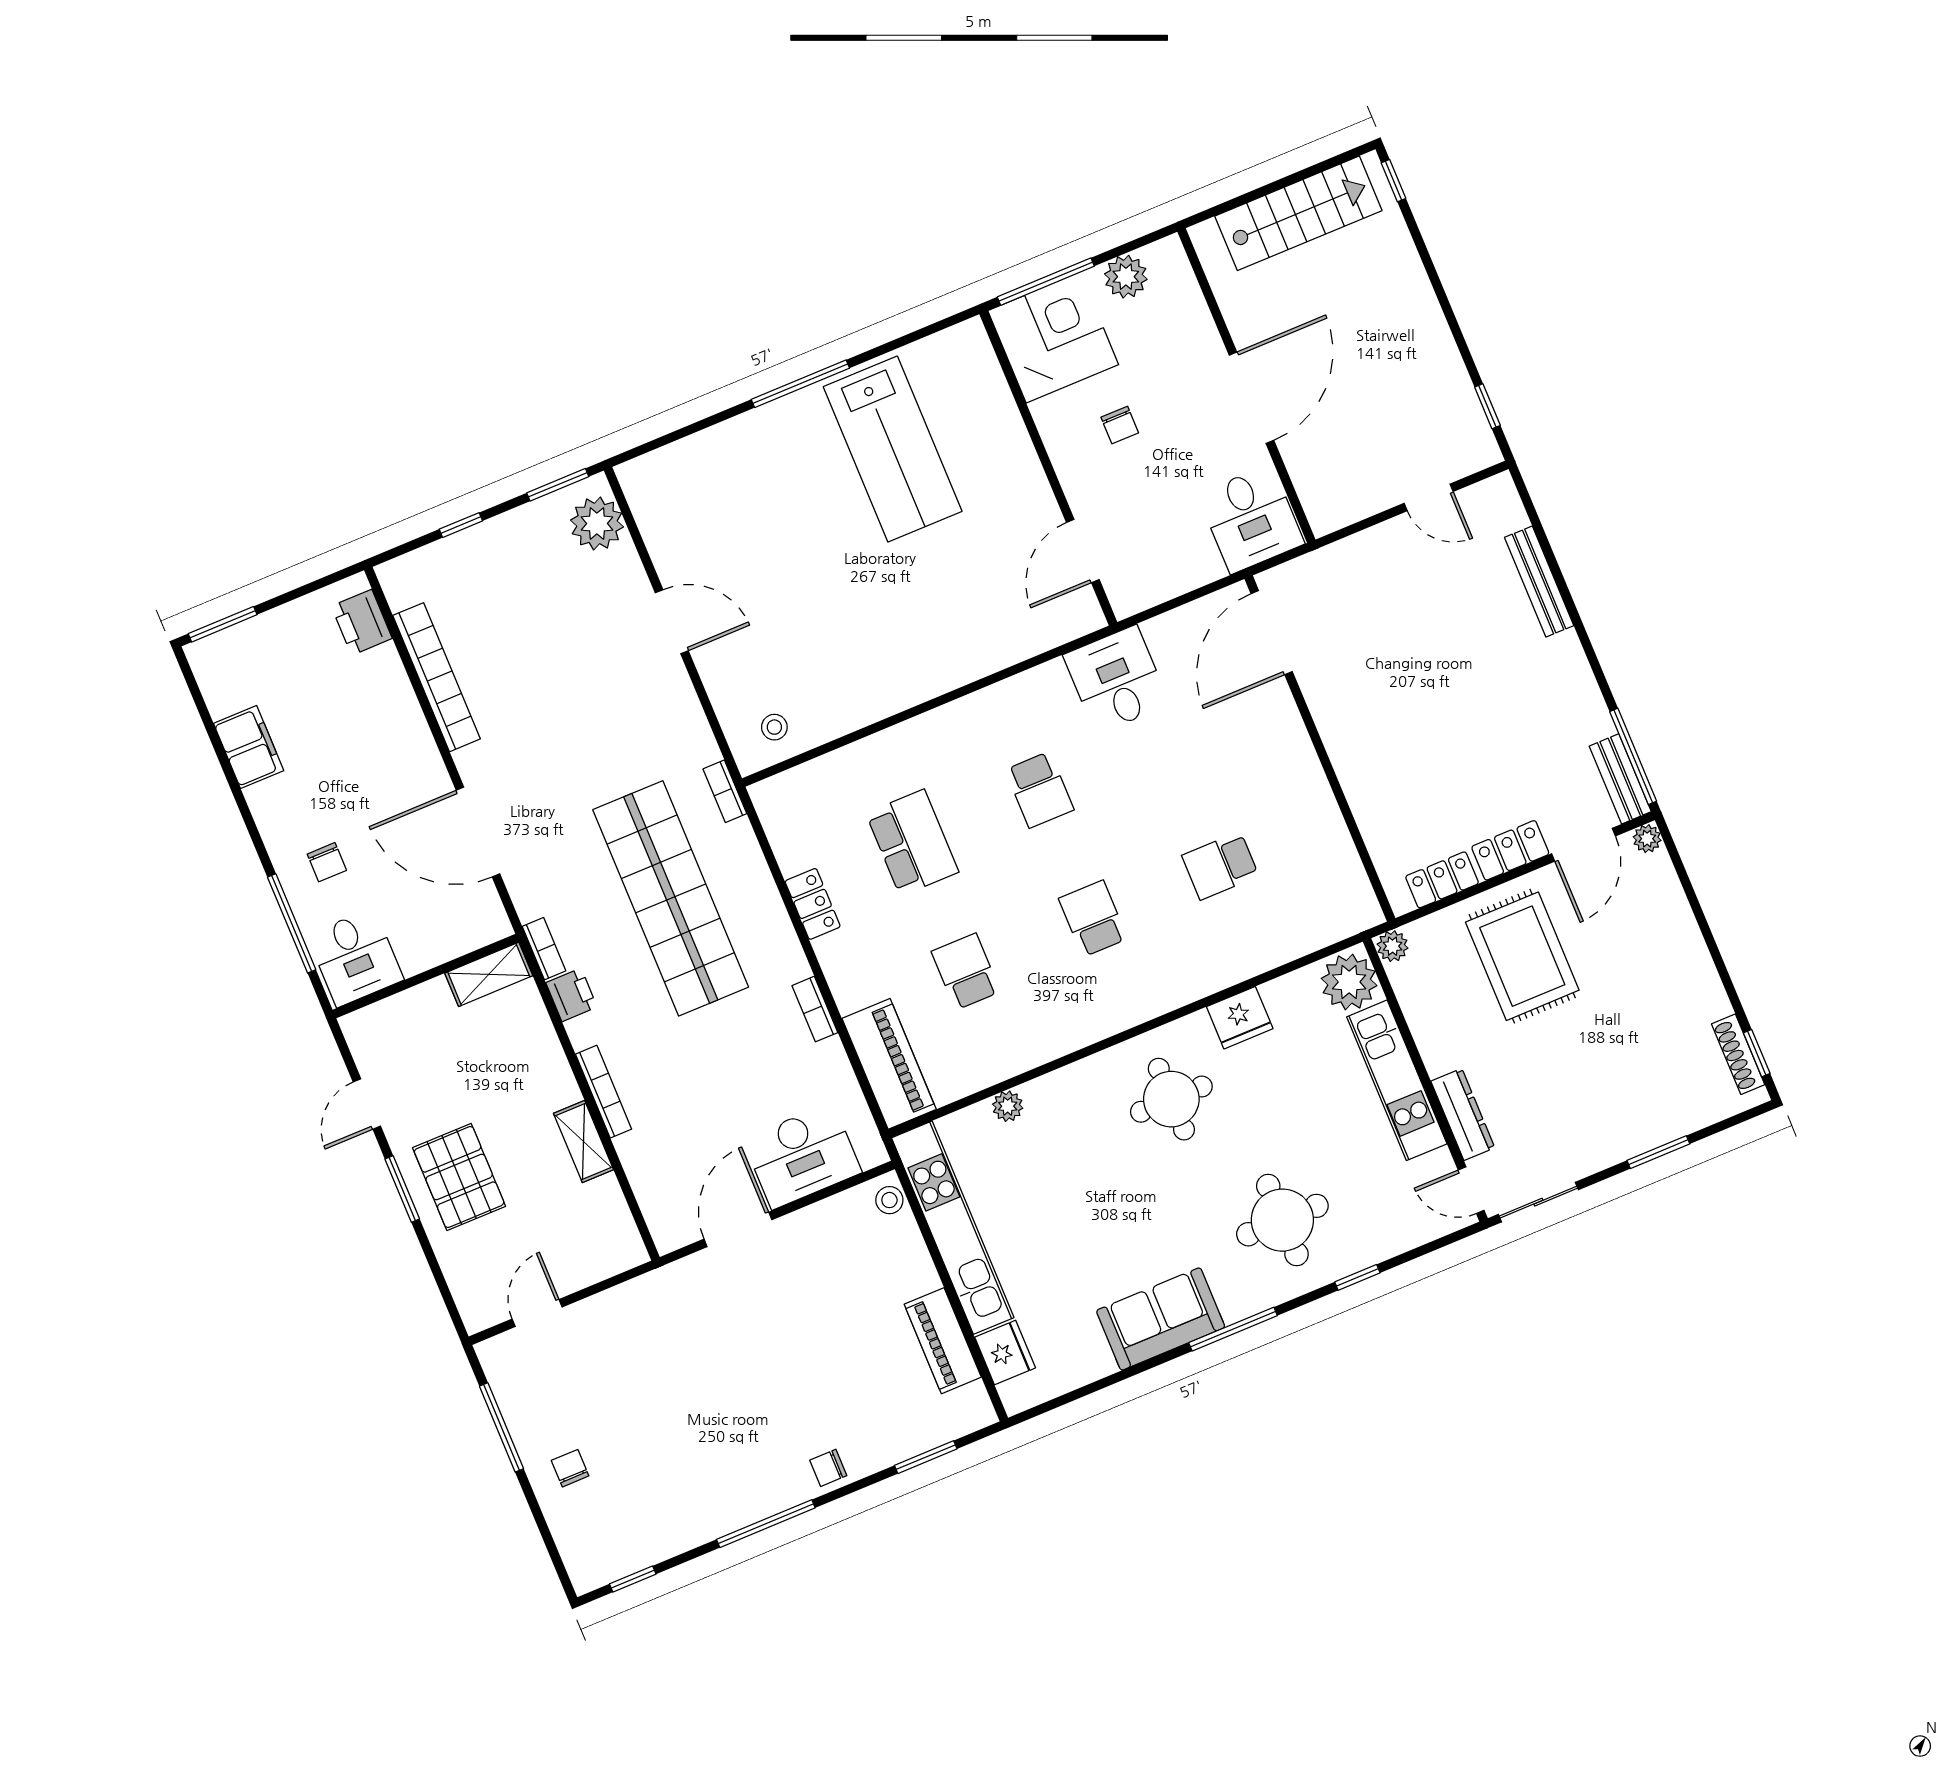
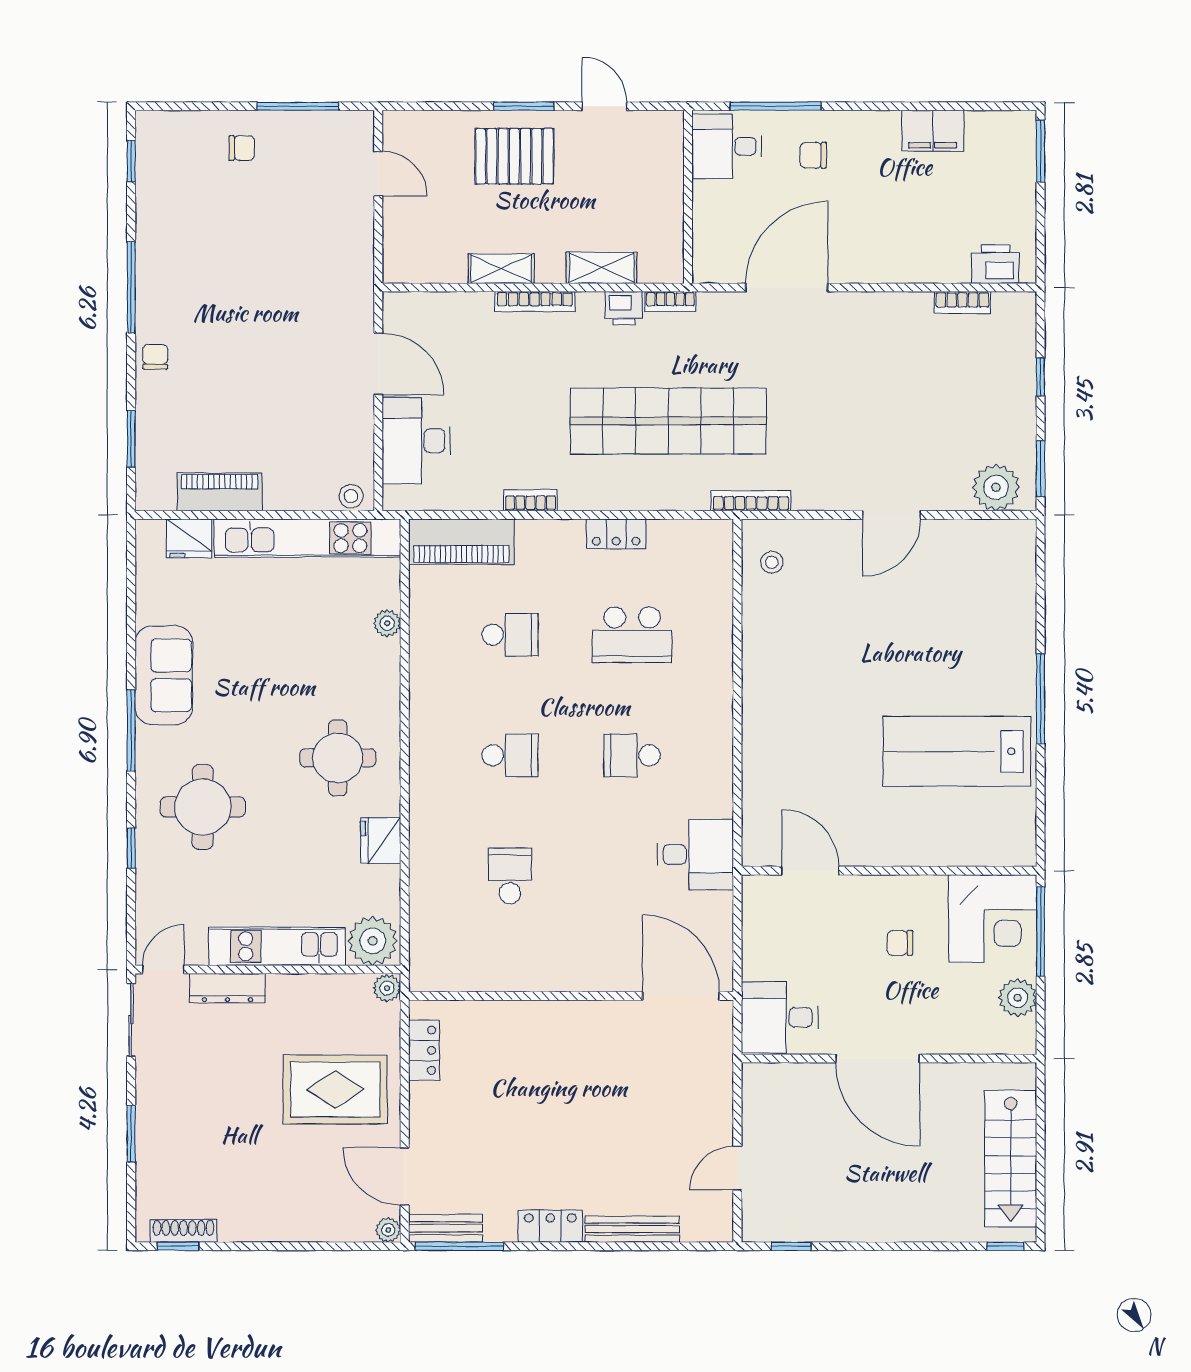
bookcase: (437, 677) -> (962, 303), width x0.43, depth x0.76
bookcase: (725, 791) -> (751, 501), width x1.56
locker: (1510, 850) -> (550, 1226), moved, turned -90
shelving: (489, 974) -> (602, 268), moved, turned 90

